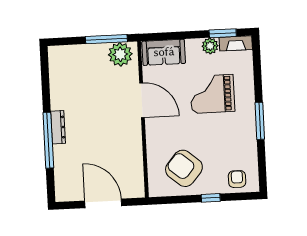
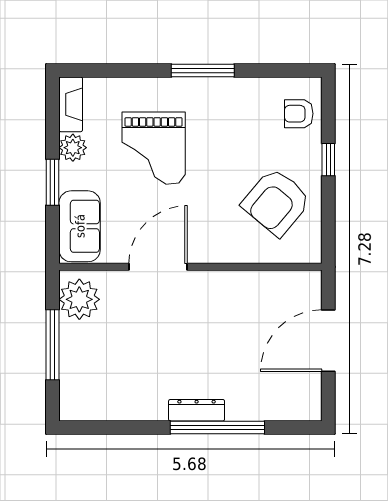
window: (223, 33) -> (53, 182), moved
window: (106, 39) -> (53, 345), moved

